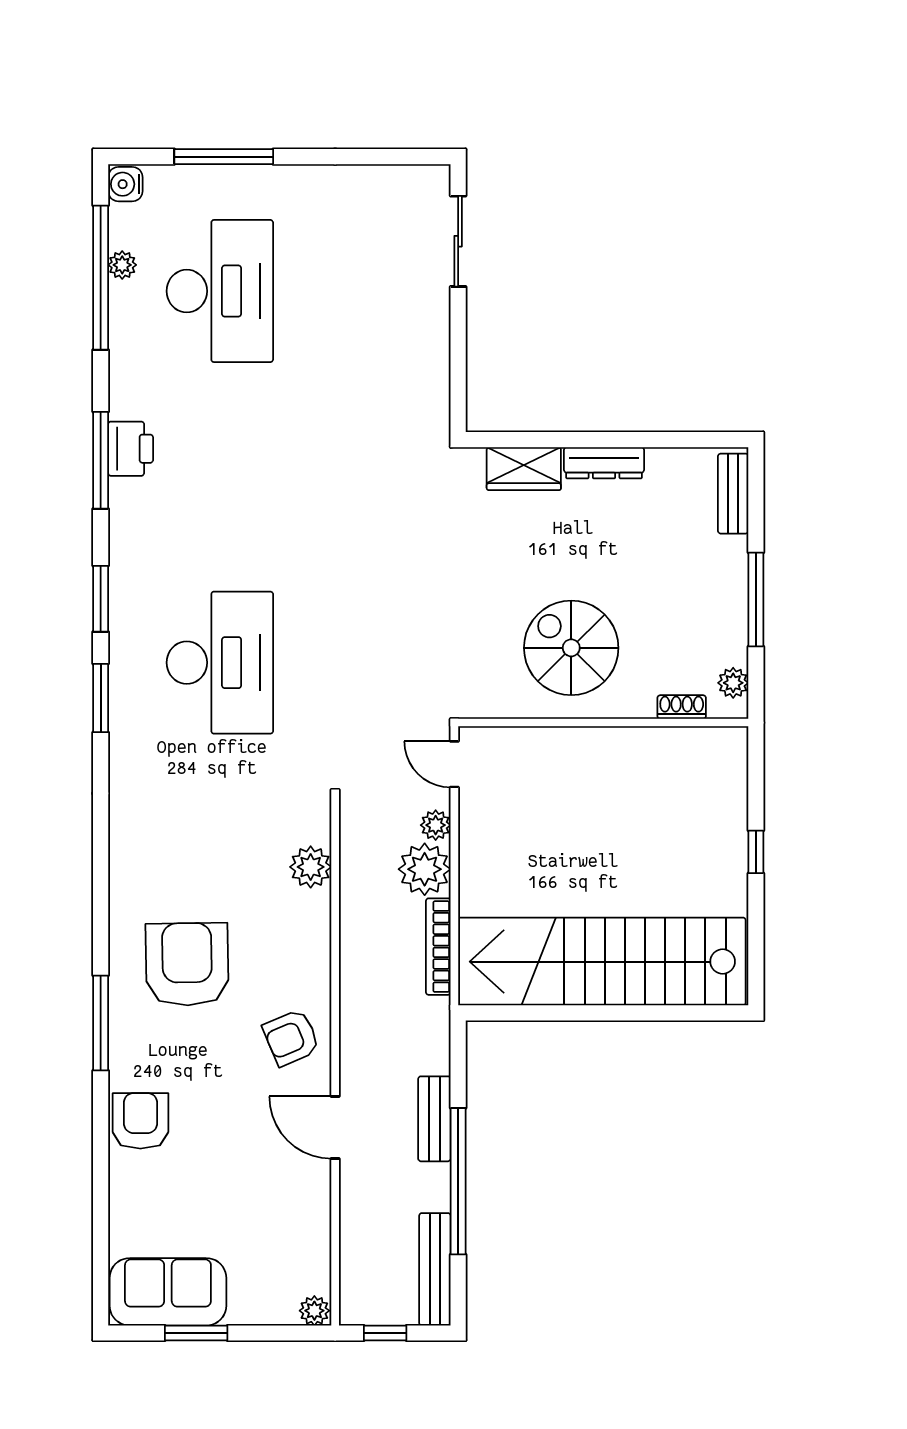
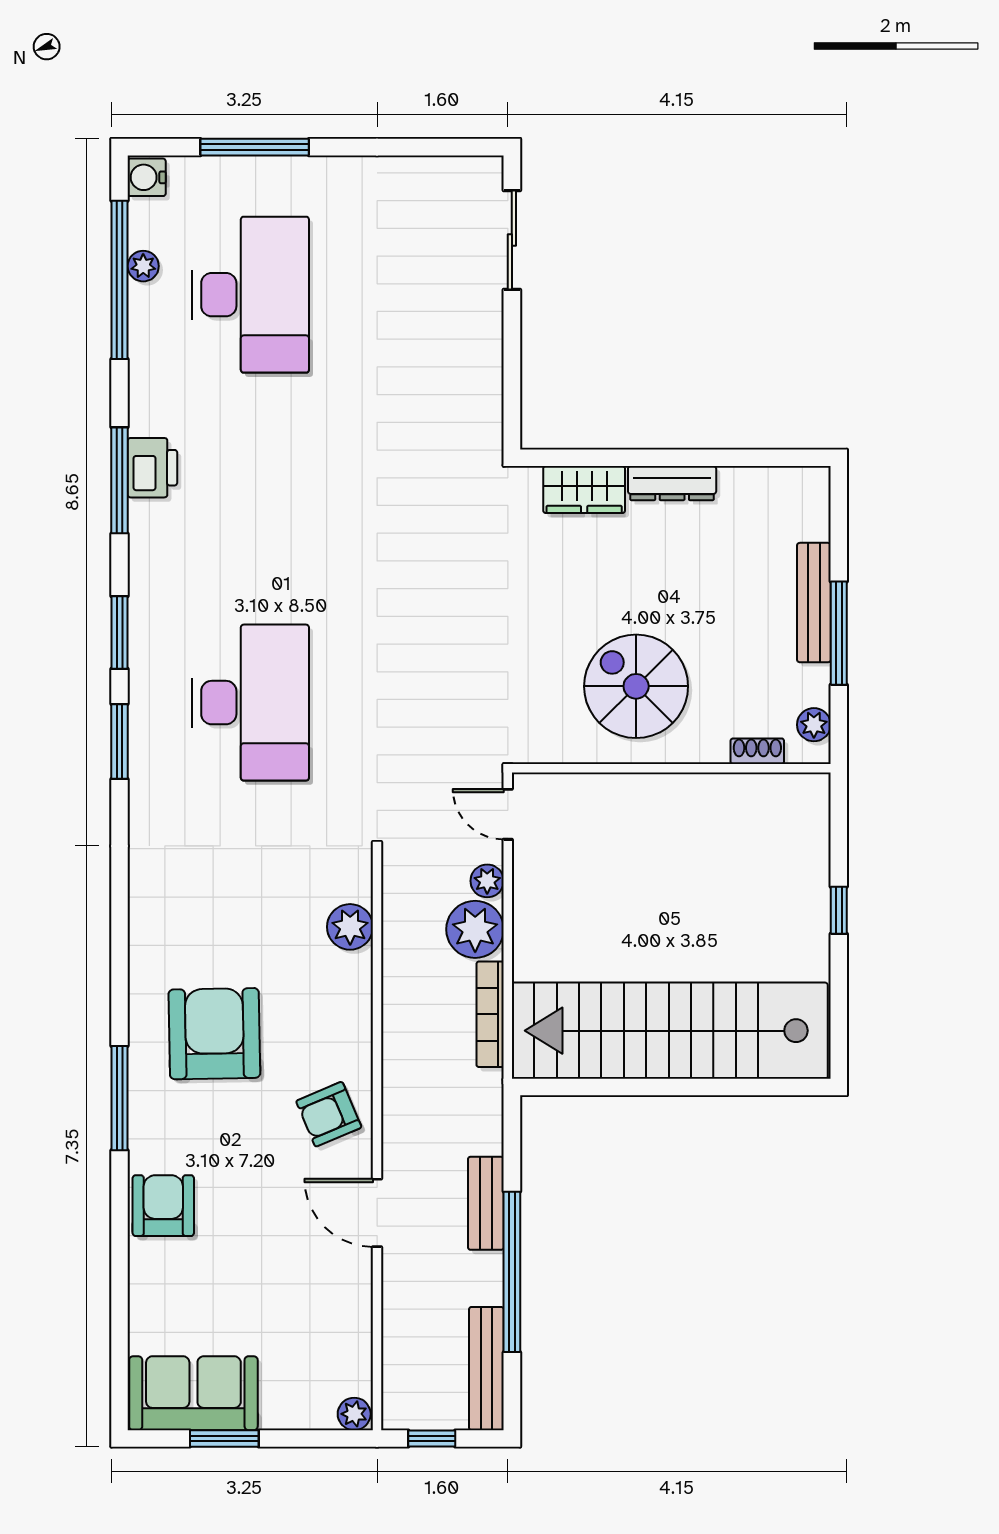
bench: (733, 494) -> (814, 603), moved, width x1.36

